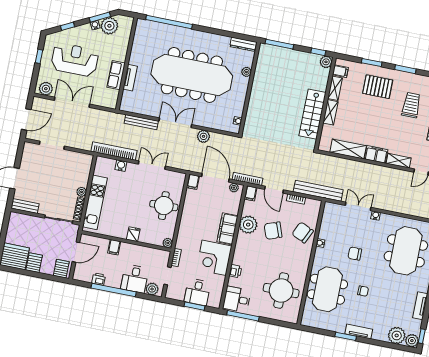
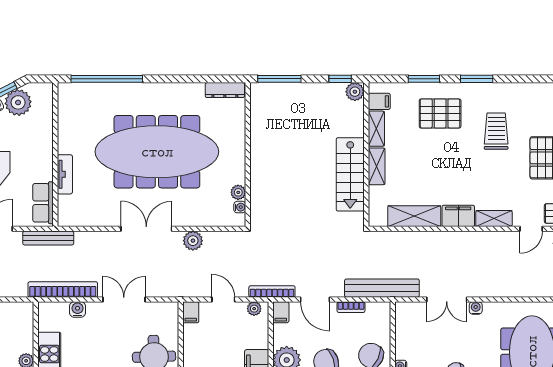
plant: (246, 72) -> (238, 192), moved
row of seats: (116, 75) -> (43, 203), moved
bench: (141, 122) -> (48, 238), moved
door: (215, 178) -> (223, 299), width x0.53
double door: (358, 206) -> (447, 299), swing flipped

